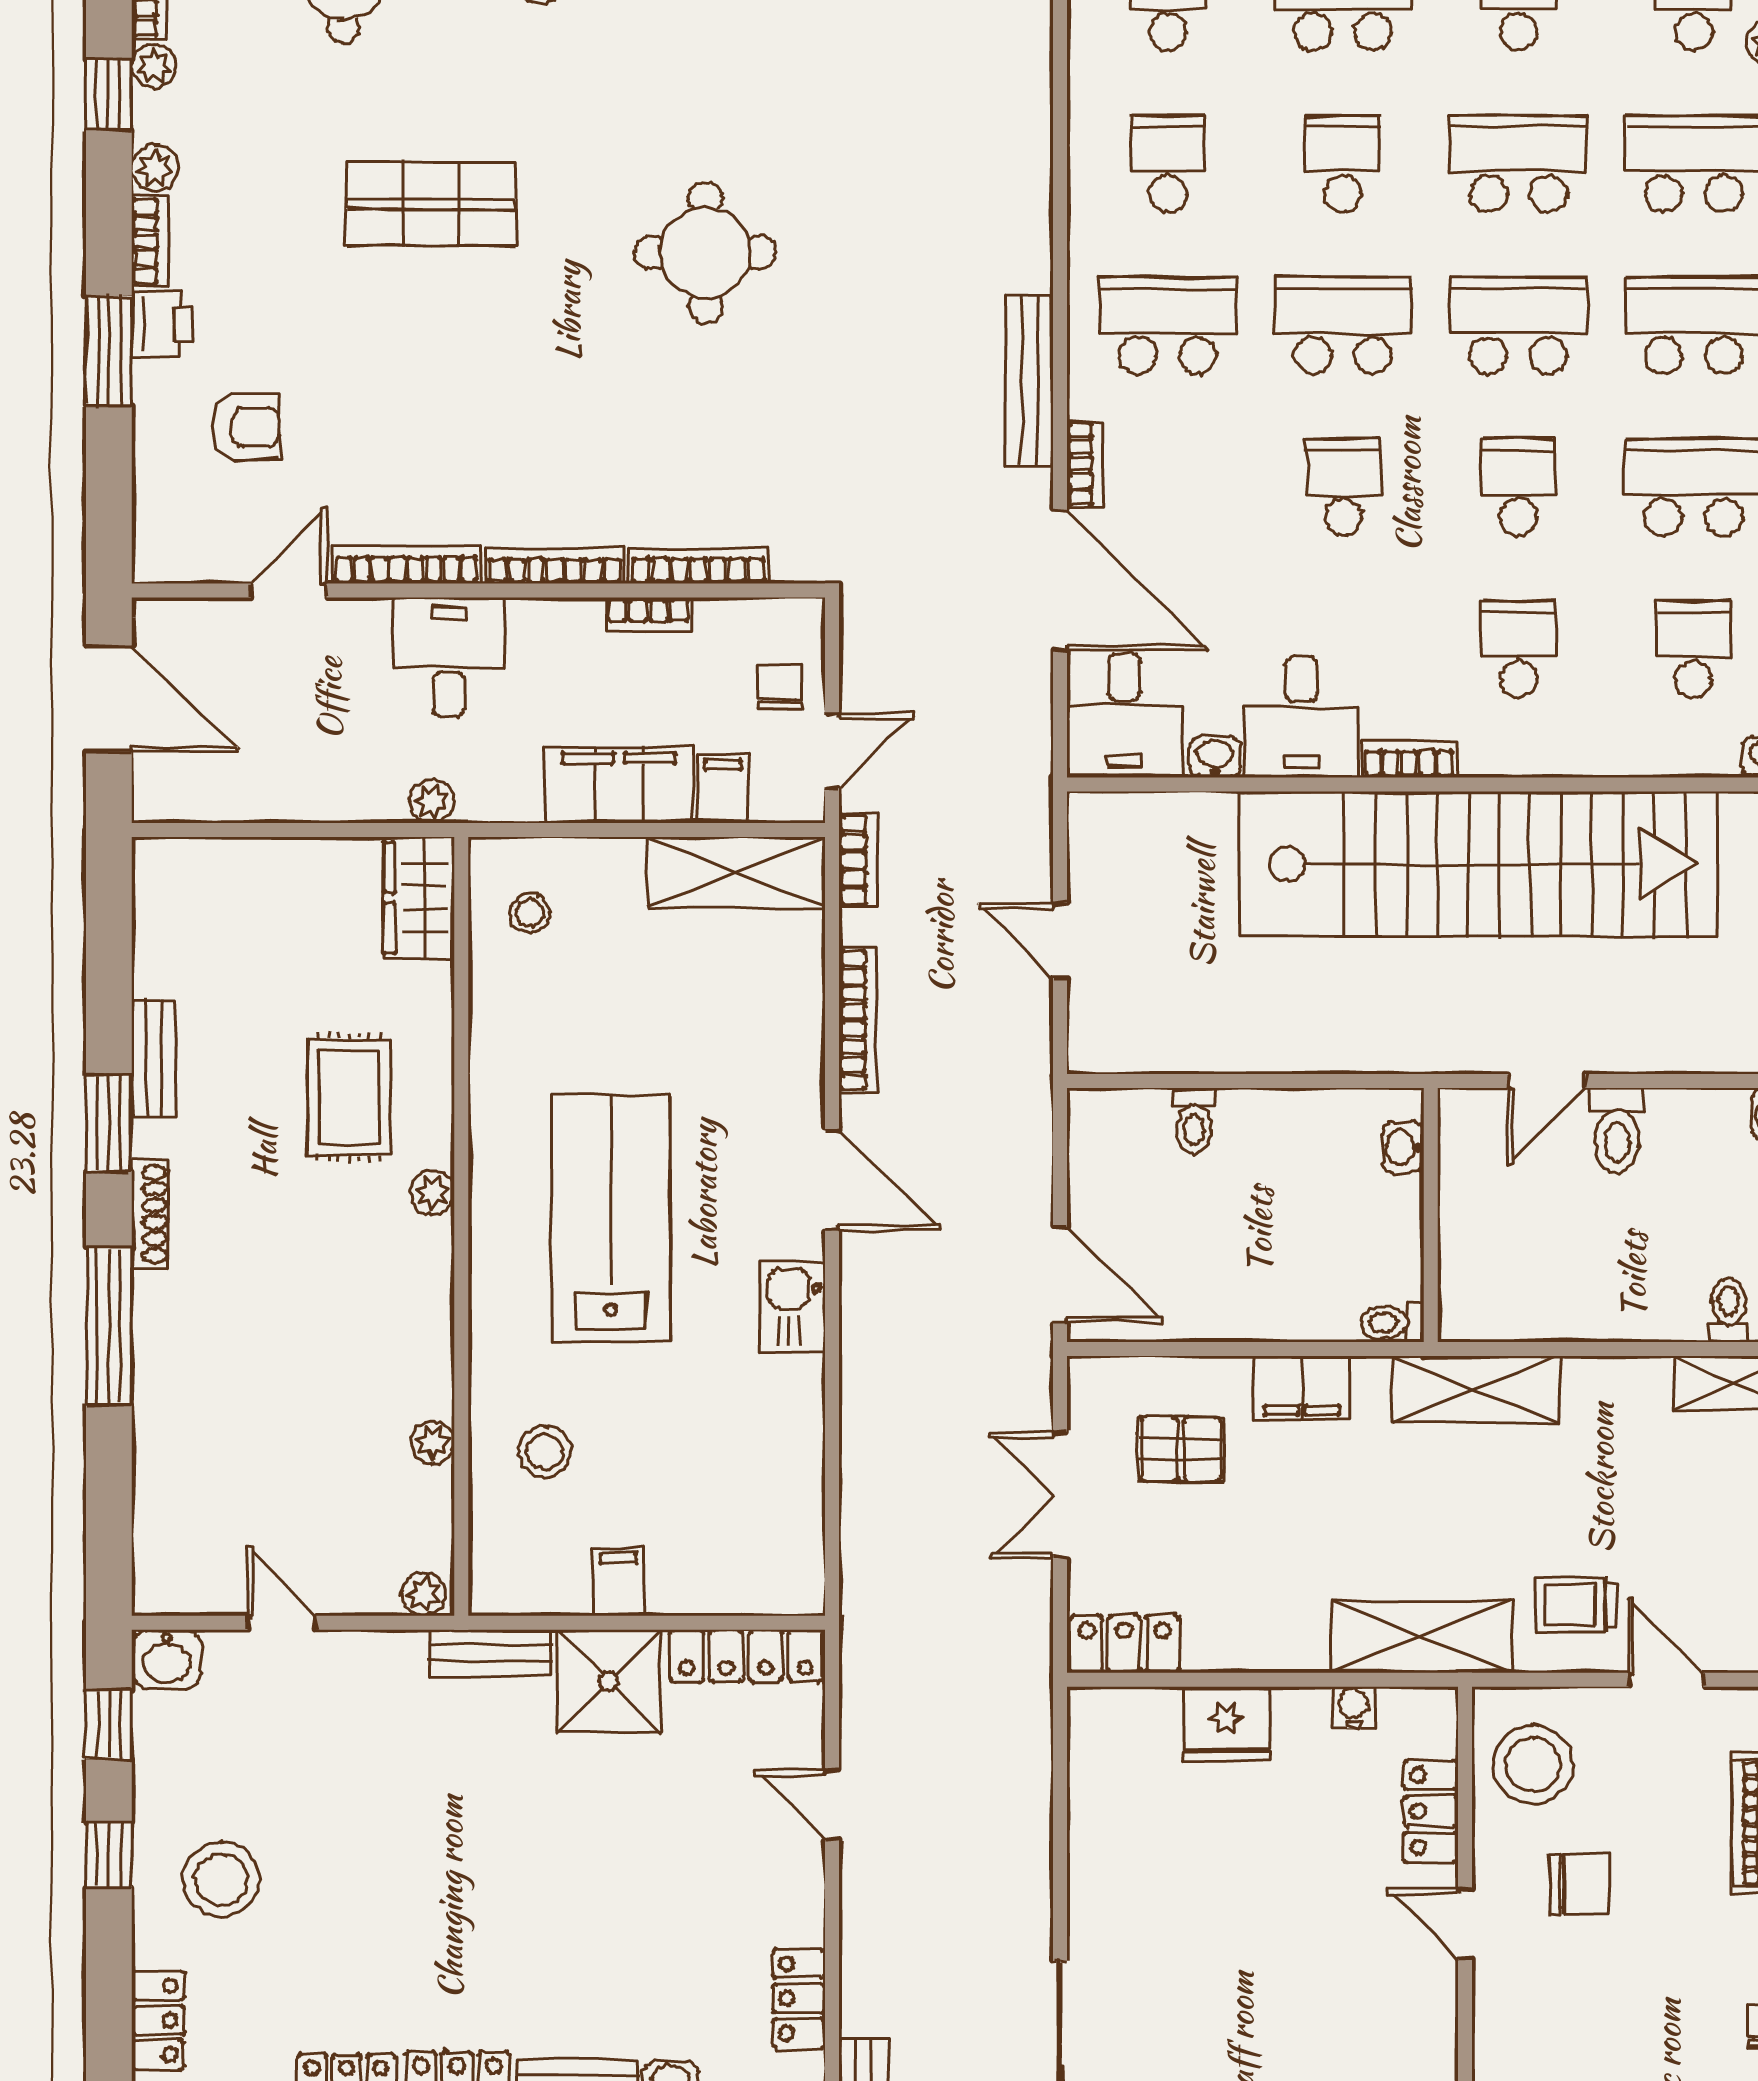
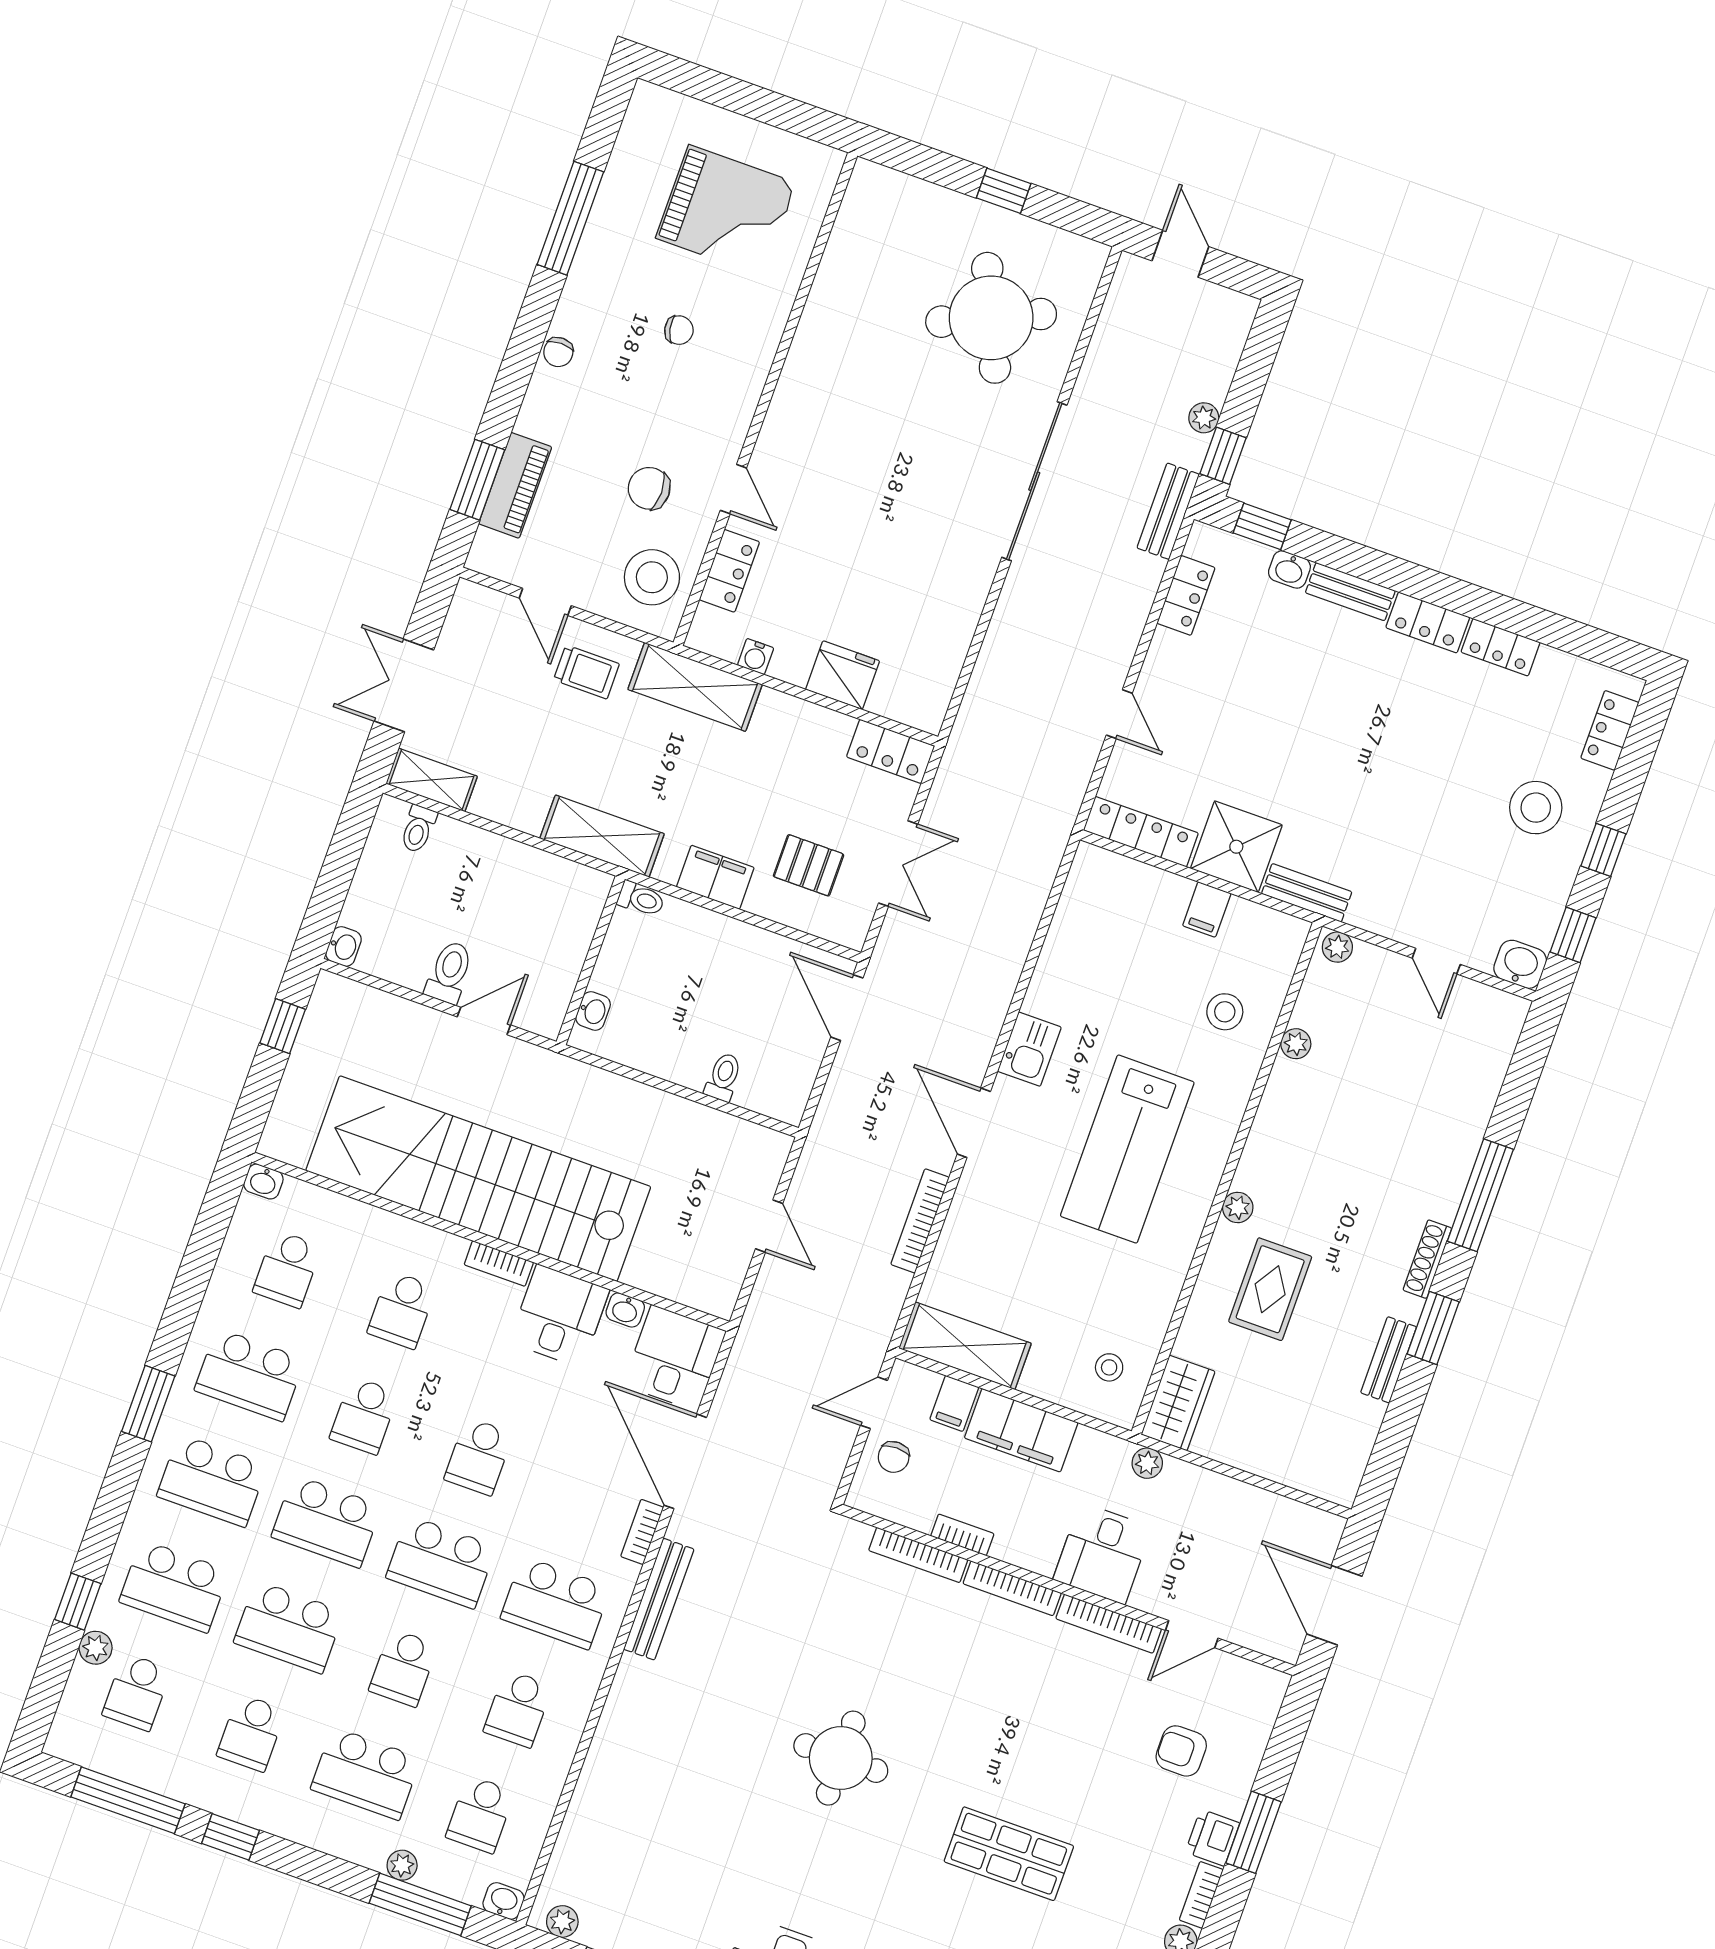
bookcase: (858, 860) -> (882, 1326), removed

